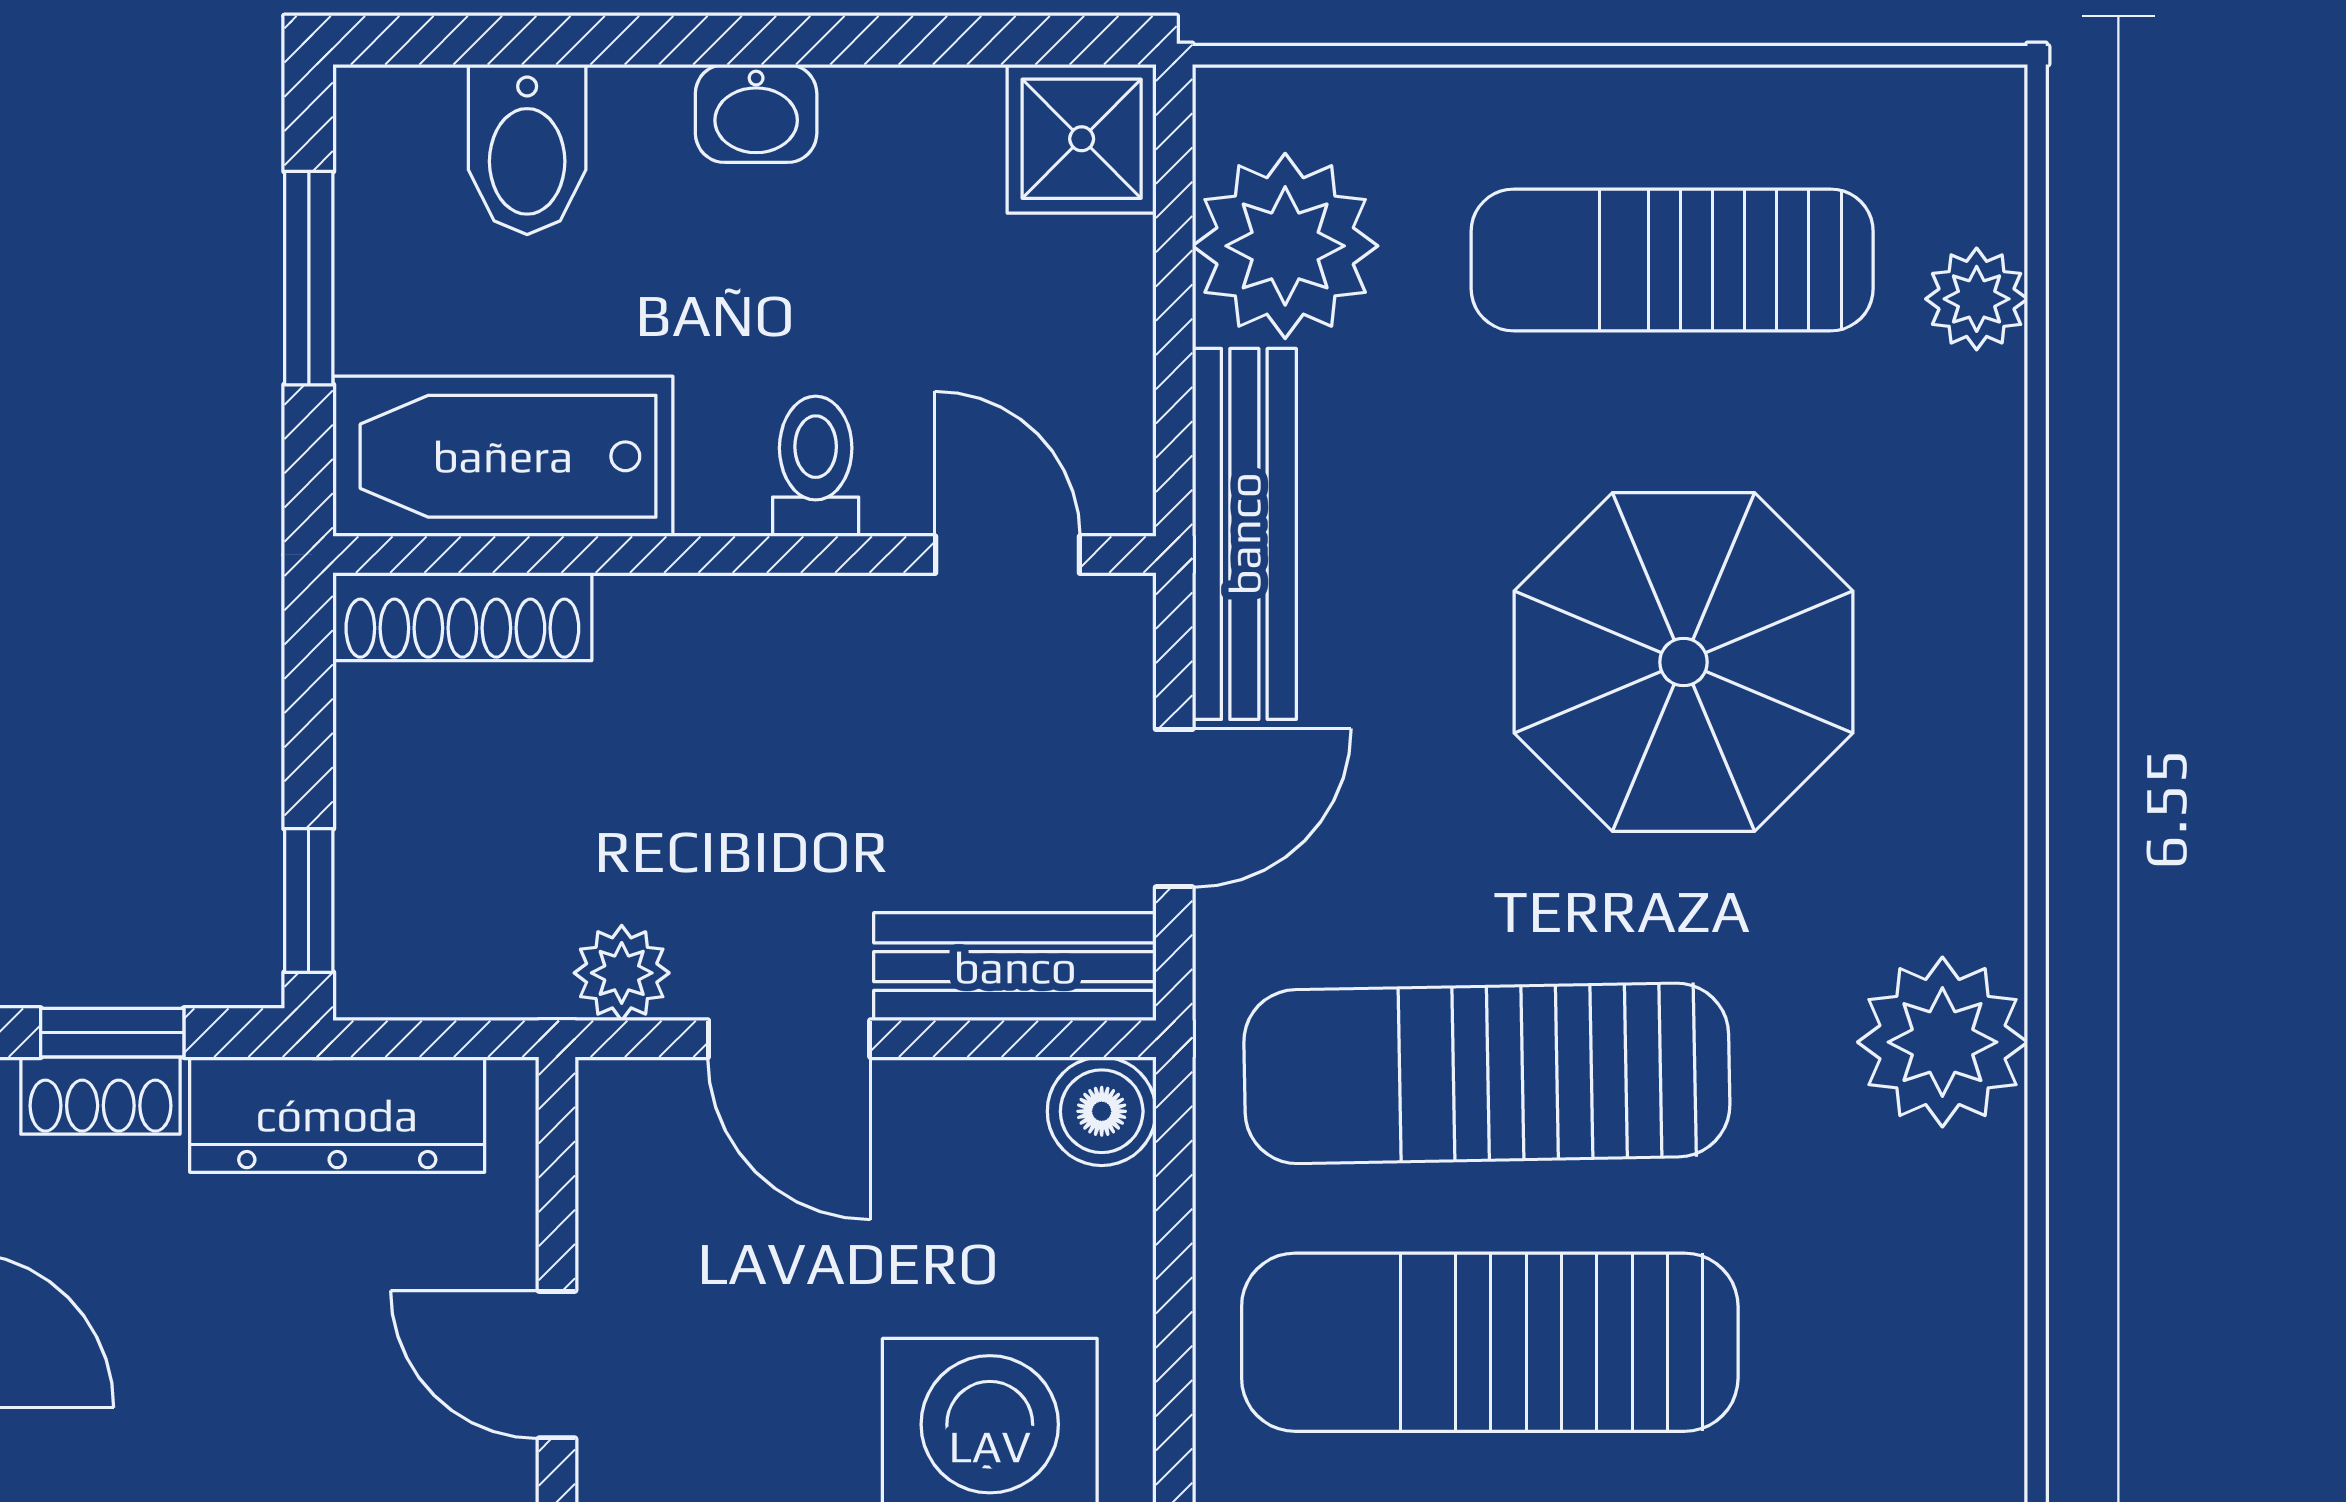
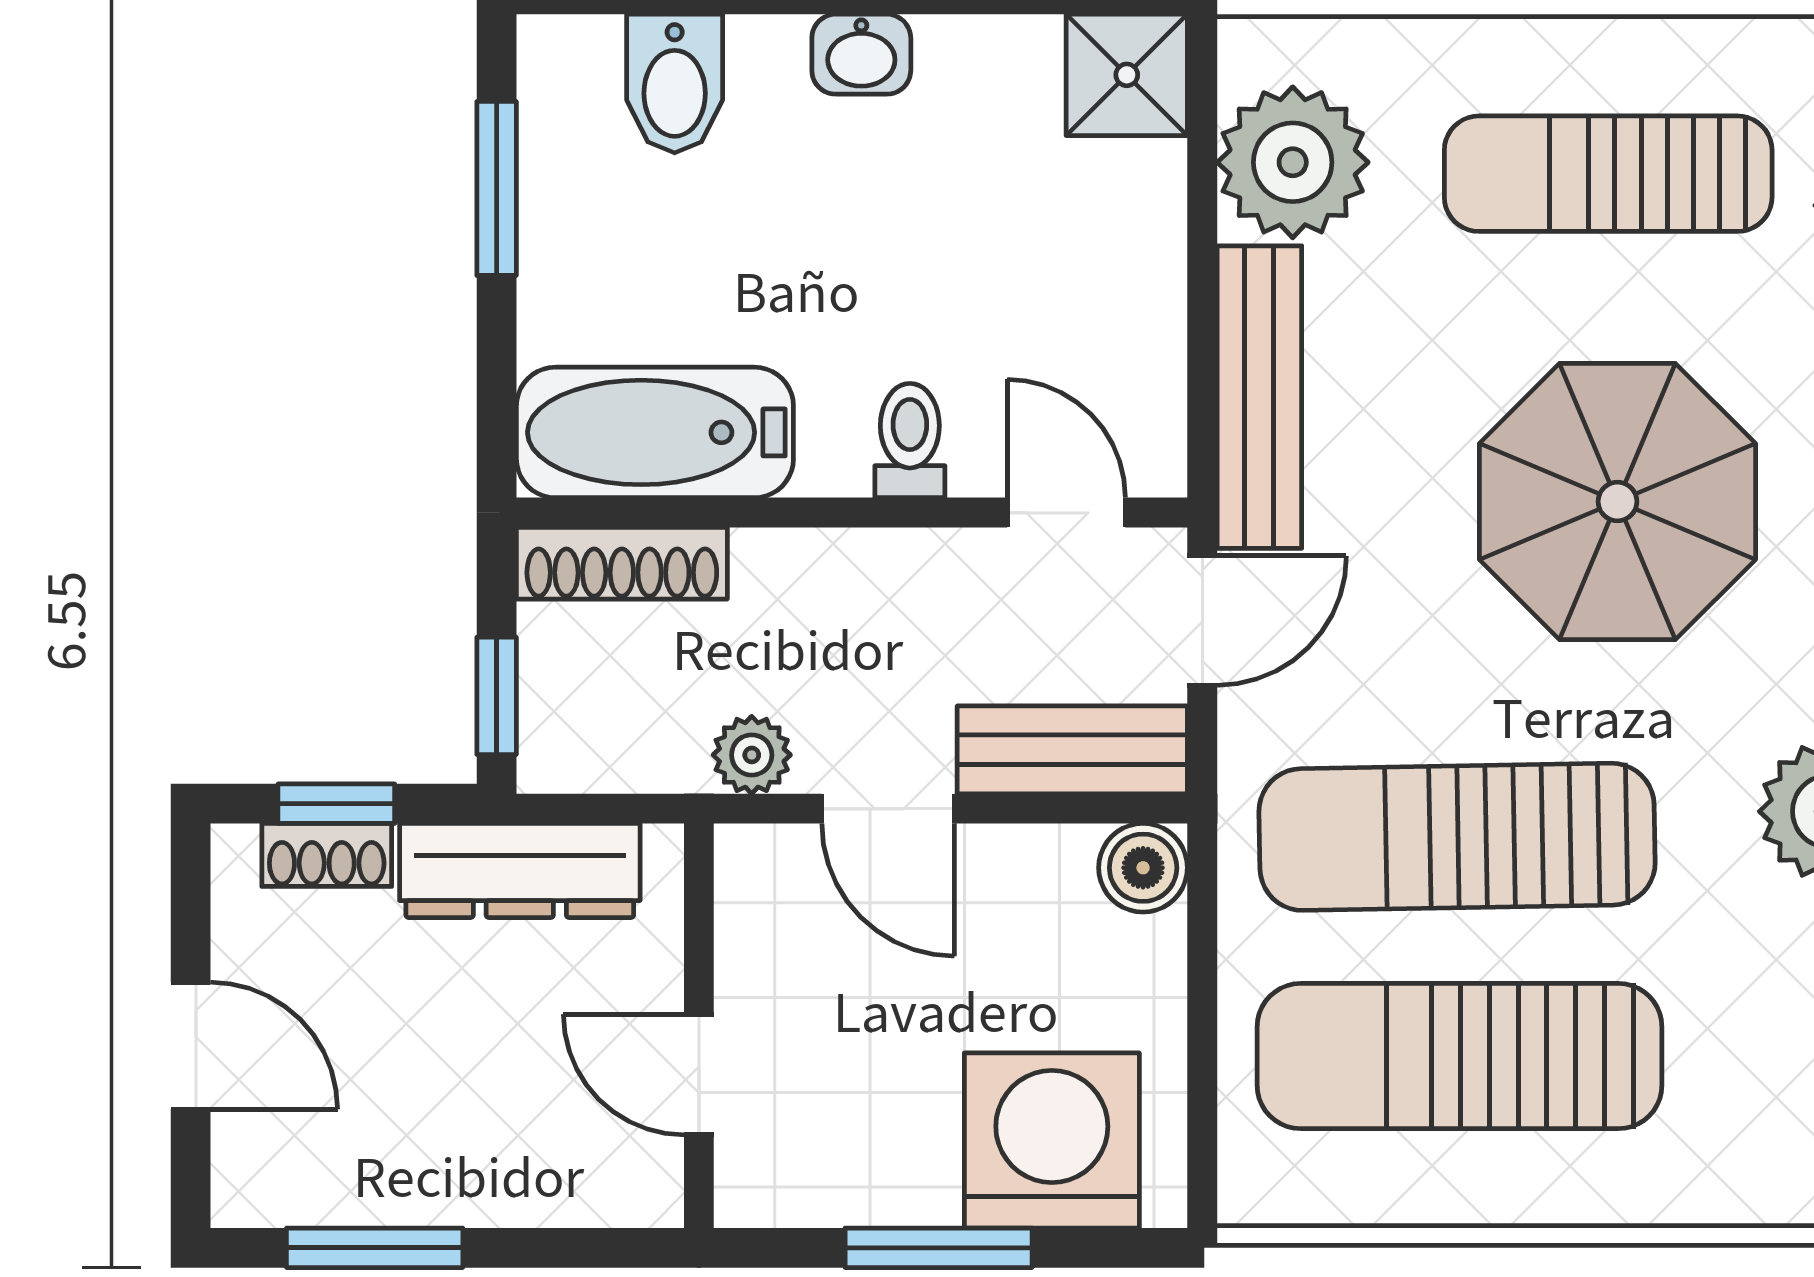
bathtub: (503, 456) -> (655, 432), moved
toilet: (816, 466) -> (910, 441), moved
wall: (745, 555) -> (852, 513), moved
door: (1008, 555) -> (1066, 513), moved
shoe rack: (462, 617) -> (622, 563), moved

